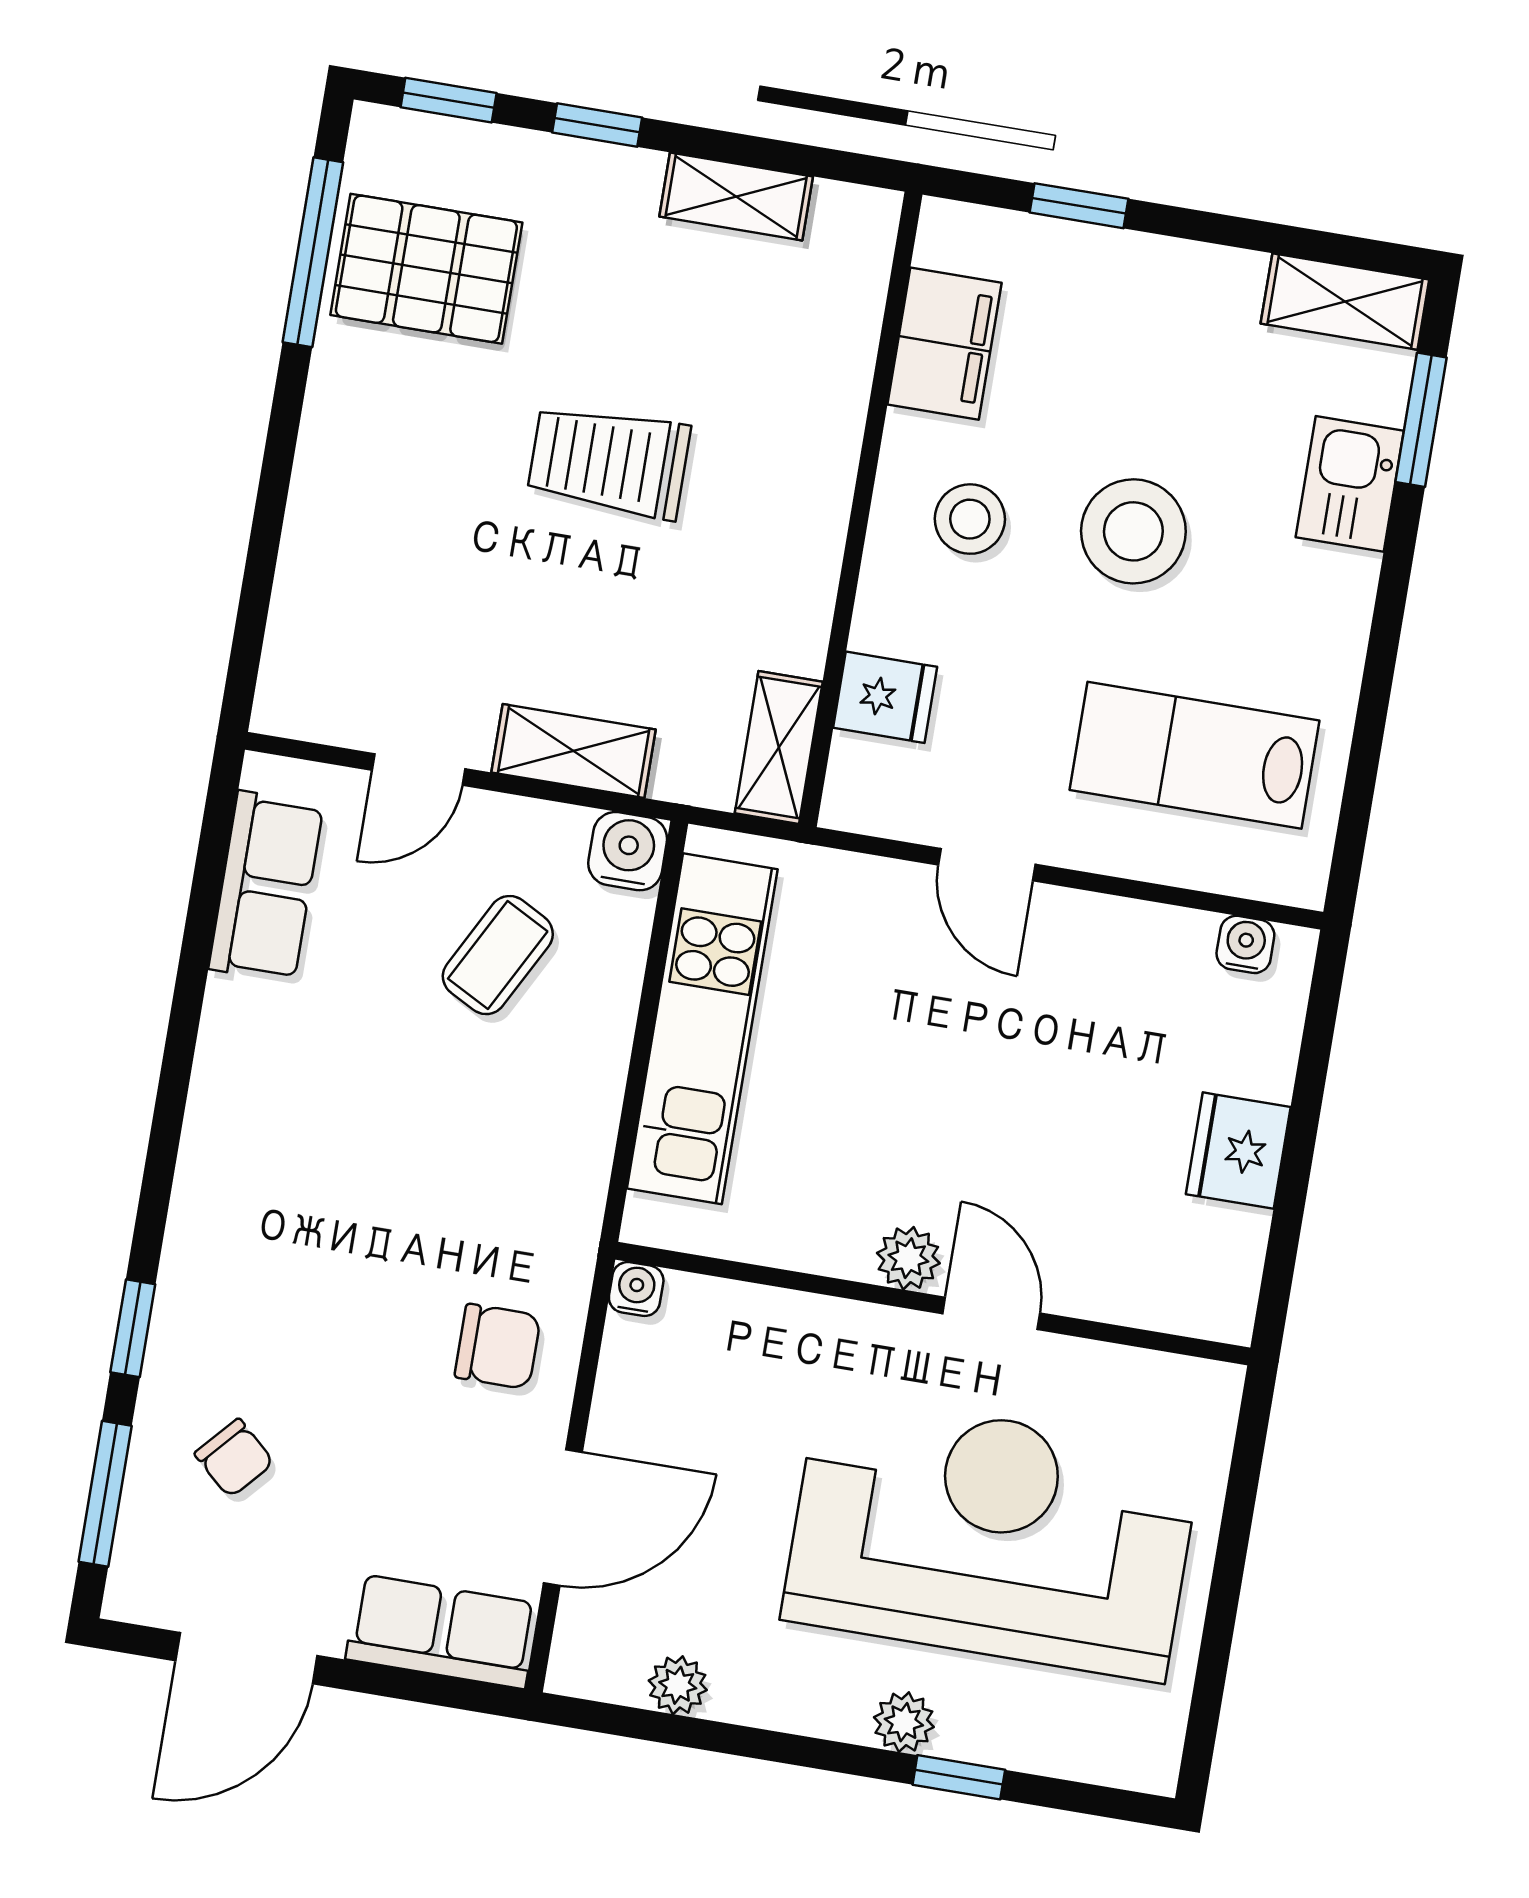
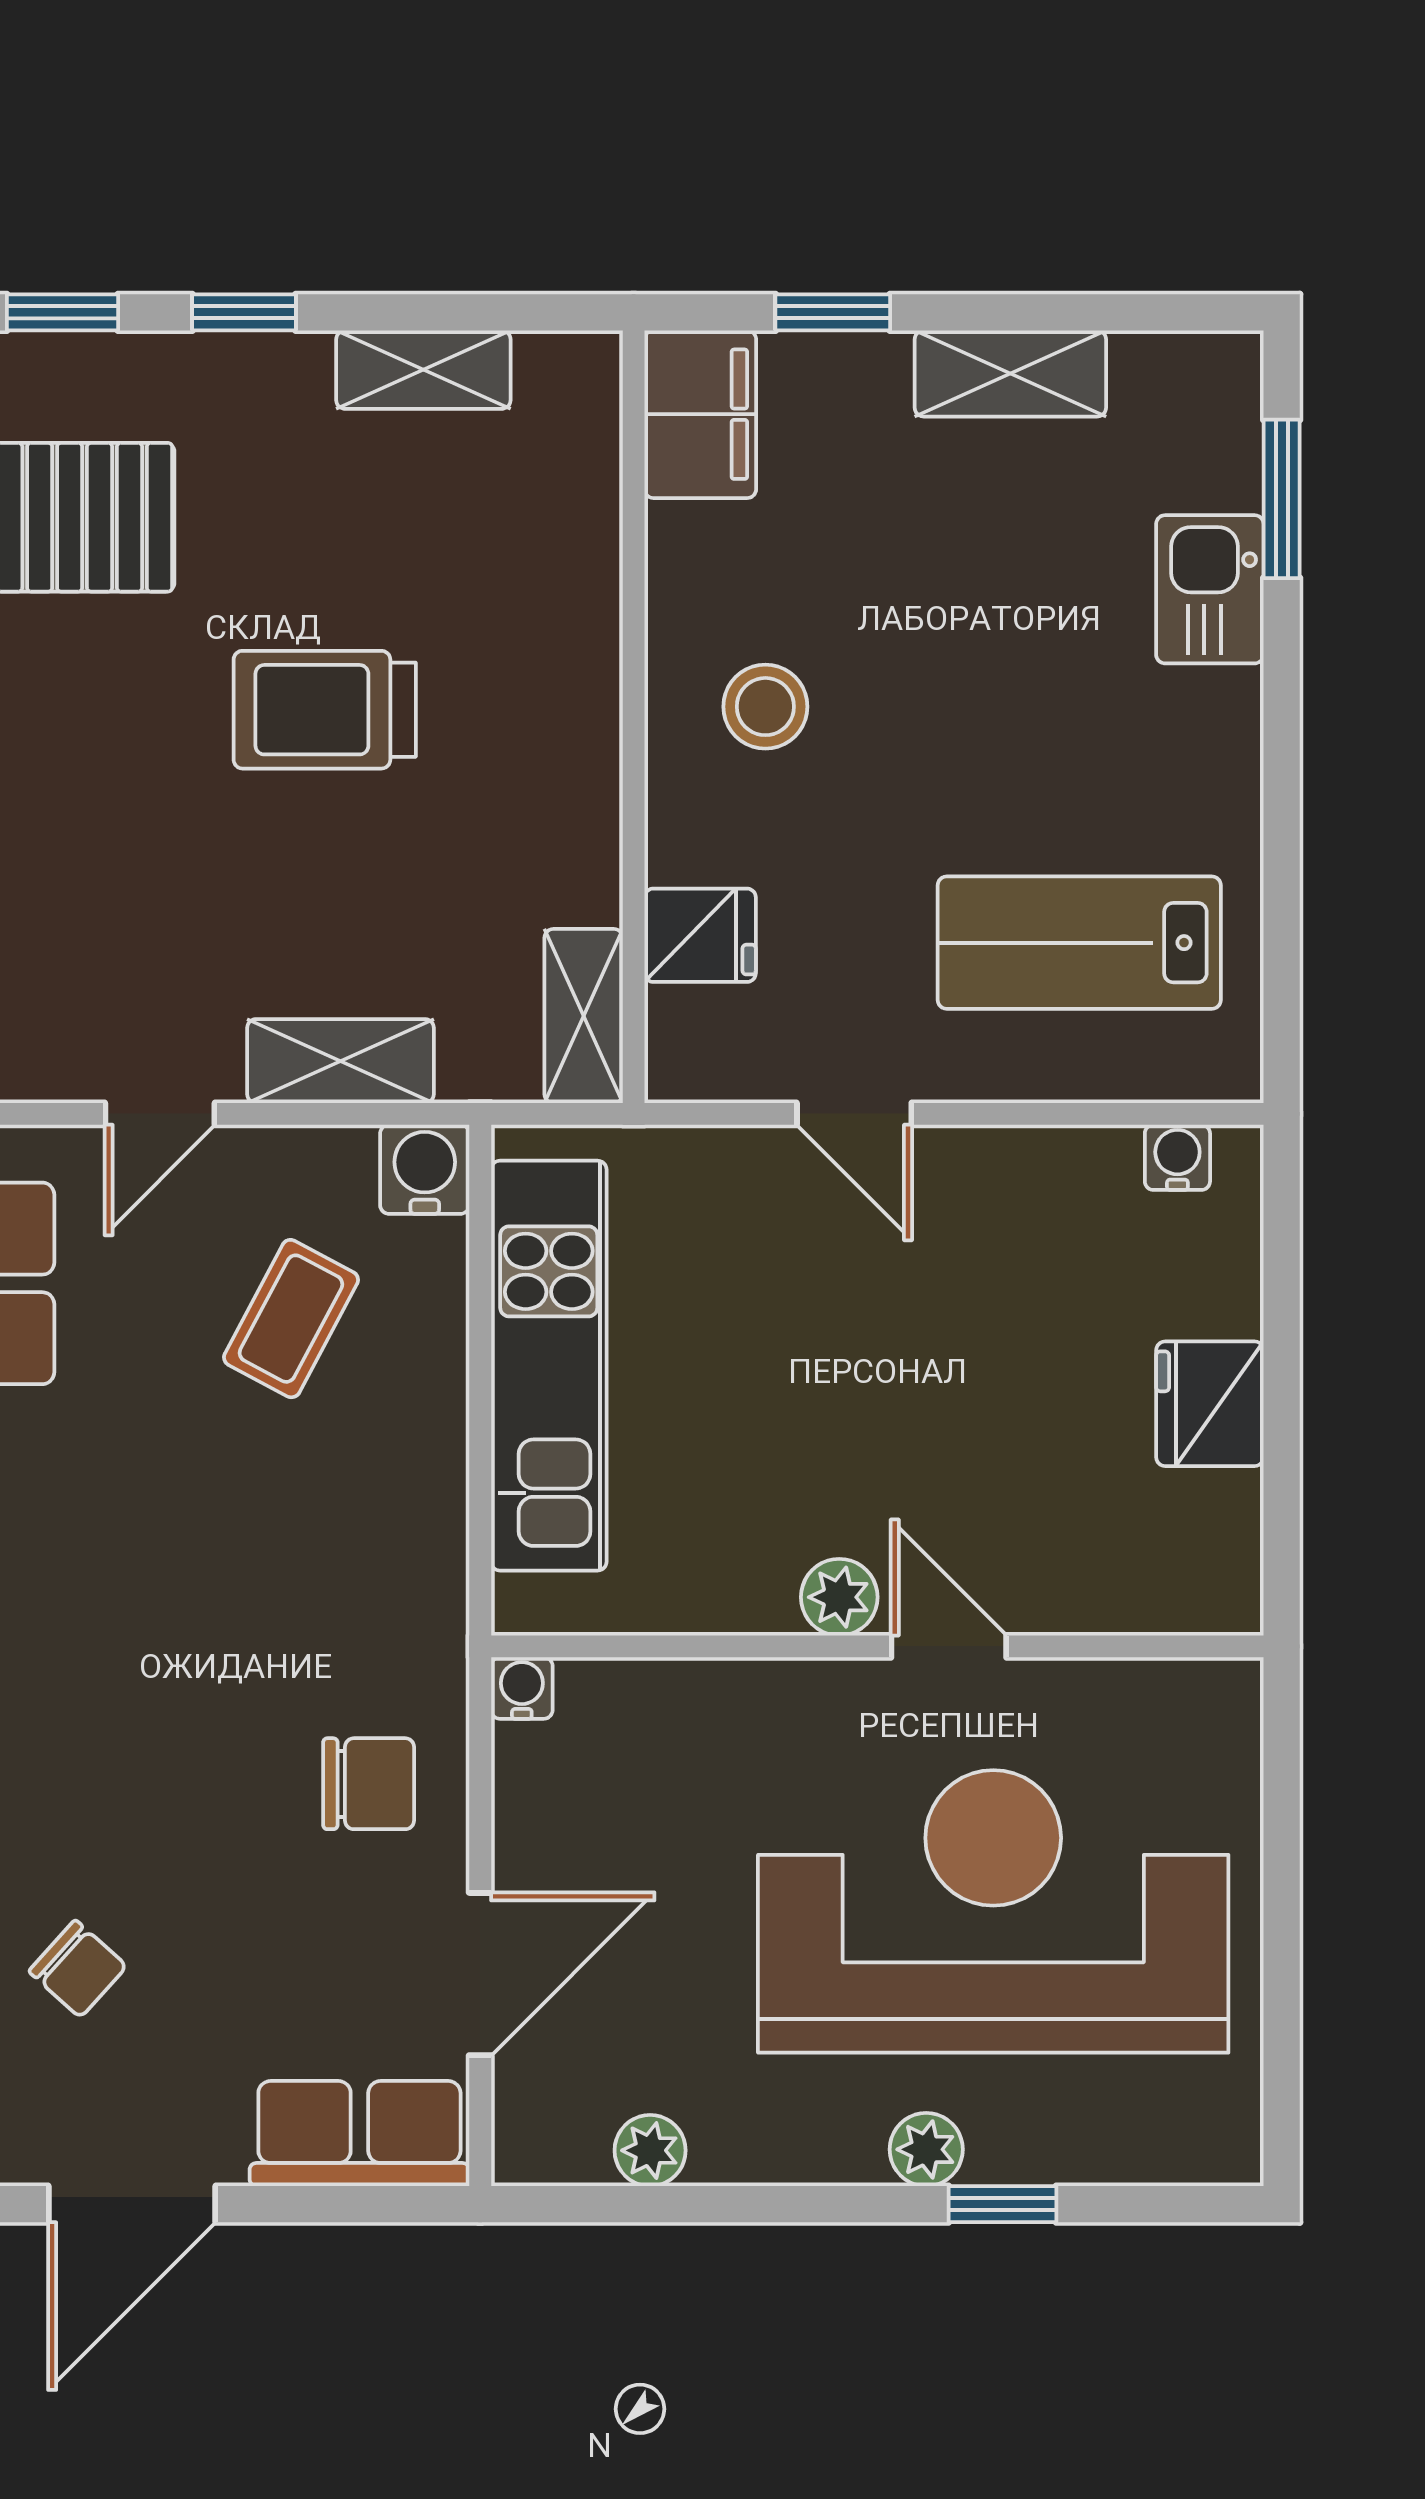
shelving: (1345, 302) -> (1010, 374), moved
filing cabinet: (945, 344) -> (700, 414), moved
stool: (1133, 531) -> (962, 689), removed

